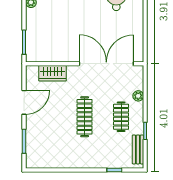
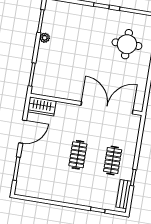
wardrobe: (52, 73) -> (42, 106), moved
plant: (138, 96) -> (132, 143), removed
clothes rail: (85, 117) -> (78, 155), width x0.73

